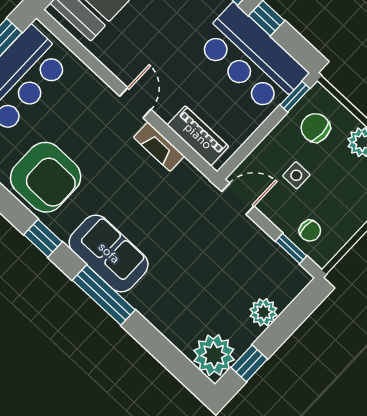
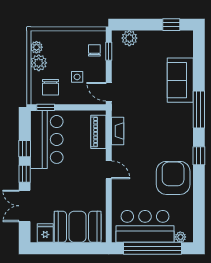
door: (135, 103) -> (109, 170), swing flipped
fireplace: (159, 147) -> (118, 131), moved
sofa: (109, 253) -> (180, 80), moved
plant: (264, 312) -> (129, 38), moved
plant: (214, 355) -> (181, 42), removed

